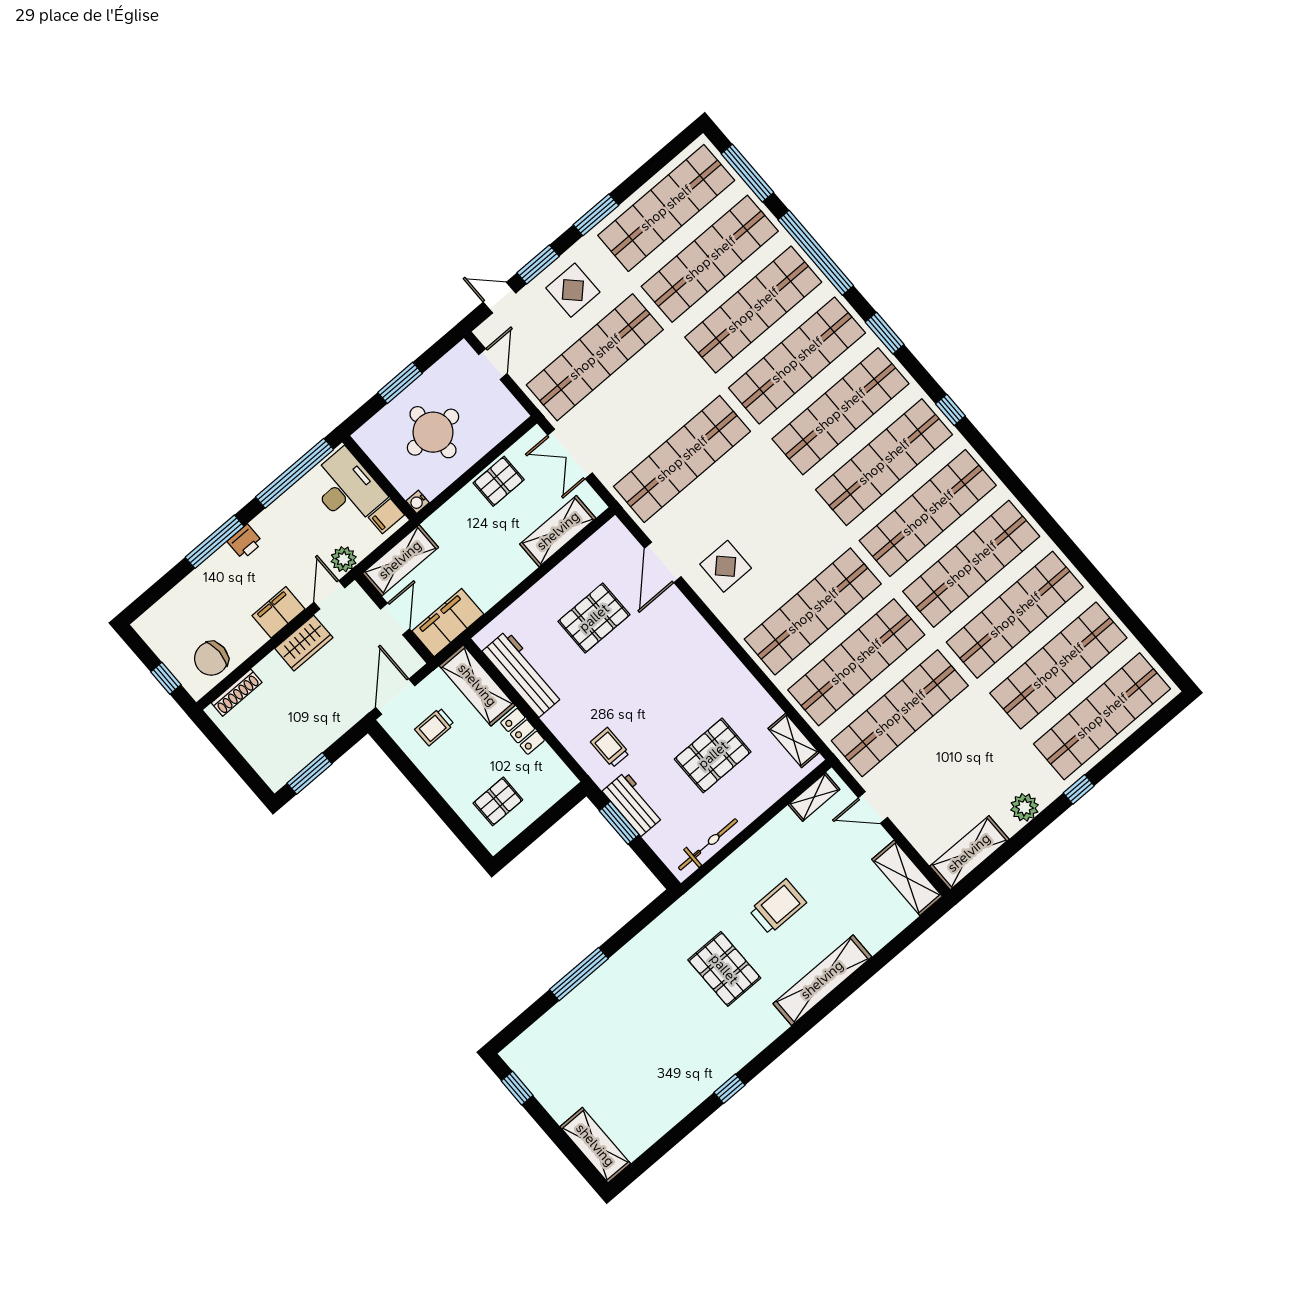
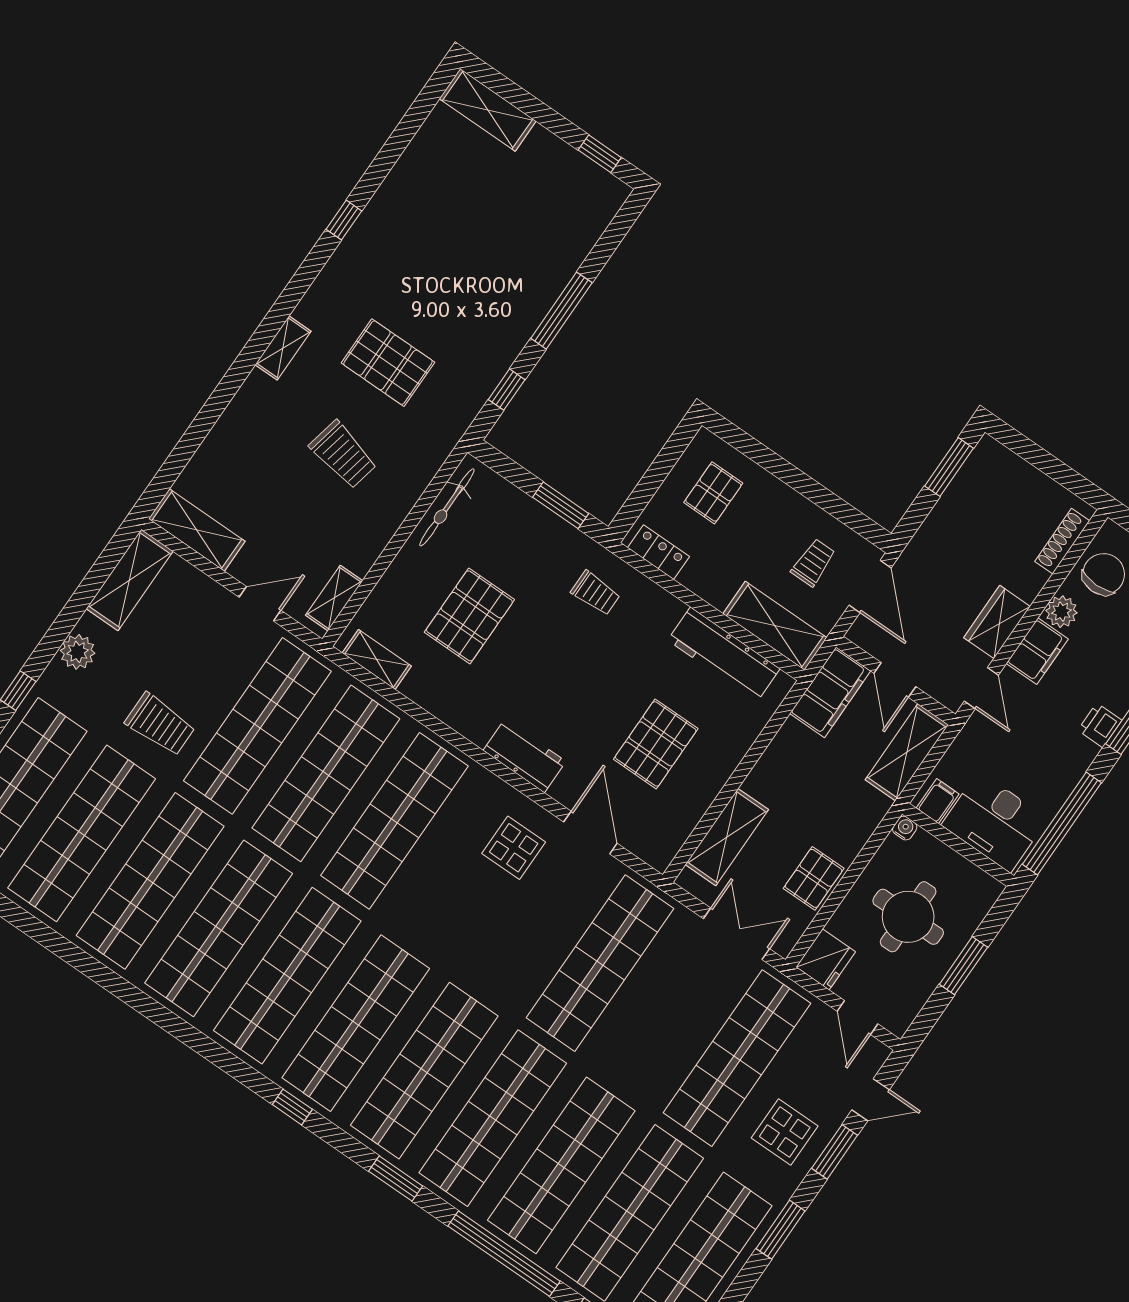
fridge: (506, 416) -> (826, 959), added
plant: (344, 559) -> (1061, 612), moved
locker: (522, 731) -> (659, 552), moved
trolley: (975, 734) -> (160, 724), added
workbench: (633, 804) -> (525, 756), moved, turned 180
trolley: (778, 907) -> (343, 455), turned -78
window: (638, 924) -> (507, 390), added
shelving: (822, 980) -> (283, 348), width x0.45, depth x0.75

